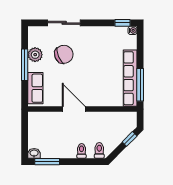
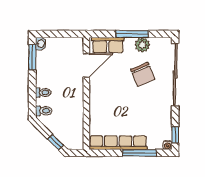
sliding door: (64, 23) -> (175, 75), width x1.86
window: (140, 85) -> (139, 153), moved
door: (74, 109) -> (86, 65), moved

